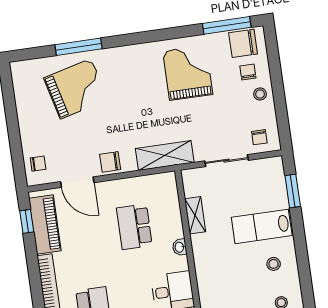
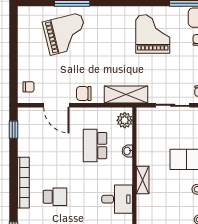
plant: (168, 189) -> (125, 120), added
shelving: (195, 215) -> (143, 180), moved
piano: (45, 225) -> (27, 134), removed
washbasin: (180, 247) -> (127, 151), moved

